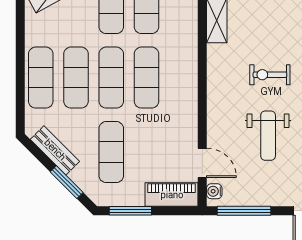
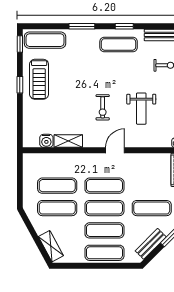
weight bench: (268, 136) -> (141, 109), turned 90
door: (202, 163) -> (115, 150), moved

